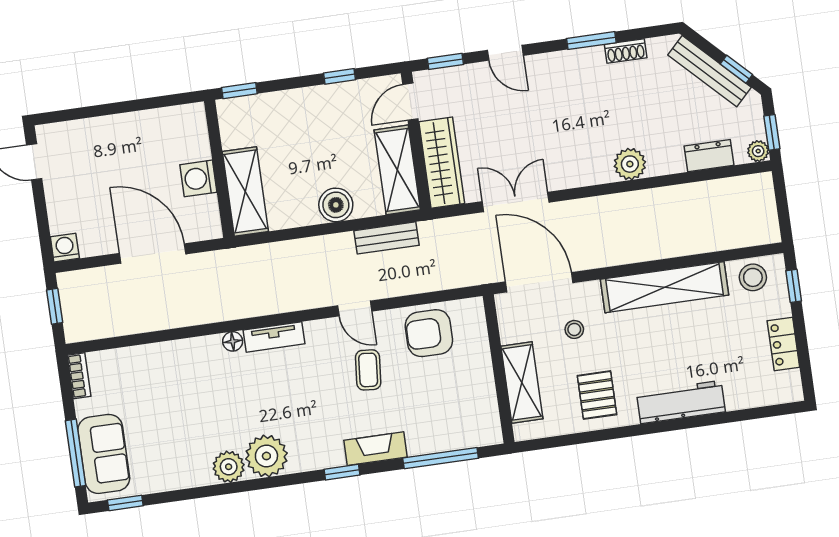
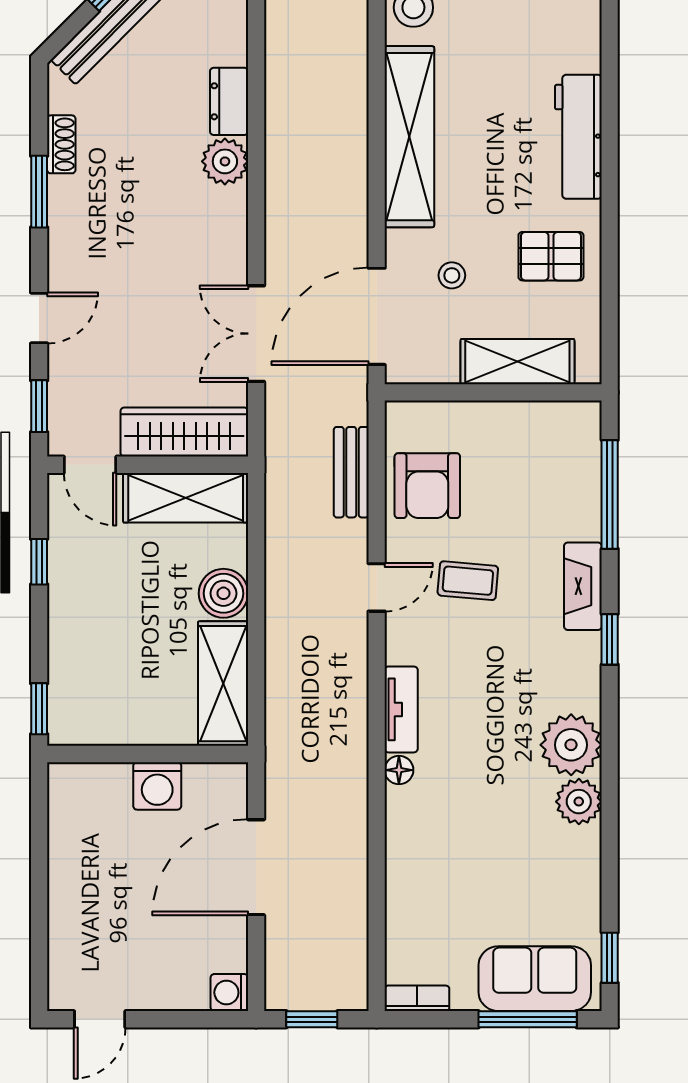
dresser: (709, 156) -> (229, 101), moved
shelving: (245, 191) -> (223, 684), moved, turned 90
bench: (386, 238) -> (351, 472), moved

